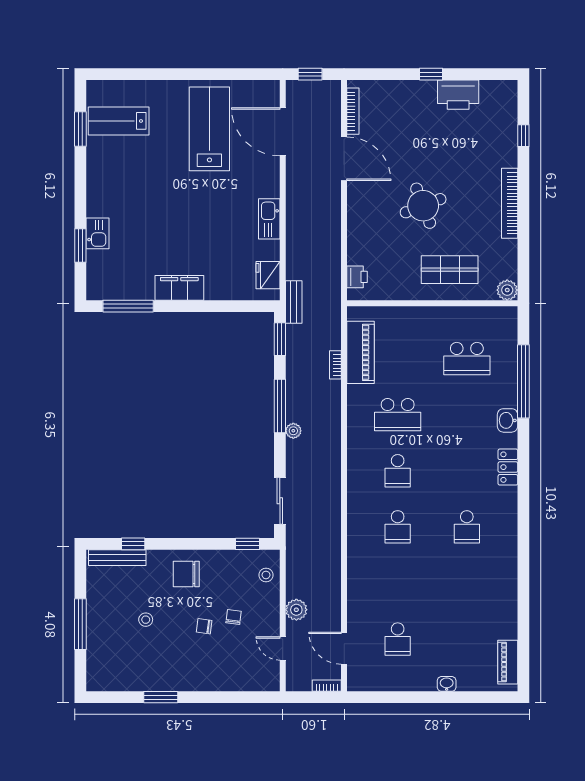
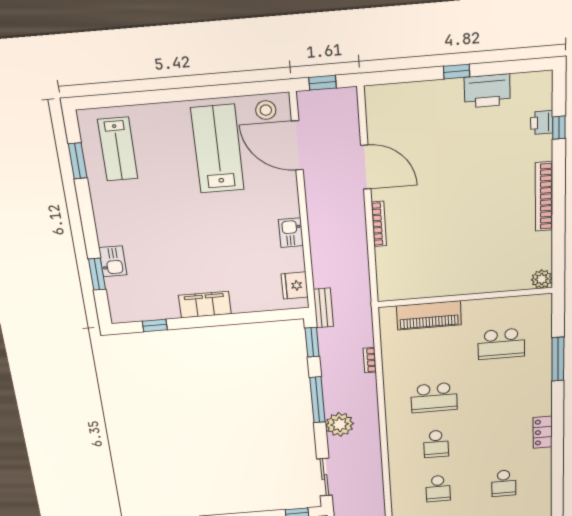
stool: (257, 95) -> (266, 110), added
bookcase: (353, 111) -> (379, 224), moved
lab bench: (119, 121) -> (118, 149), turned -90
round table: (423, 206) -> (452, 207), removed
kitchen sink: (269, 219) -> (291, 233), width x0.73
shop shelf: (450, 270) -> (482, 265), removed
printer: (357, 277) -> (542, 123), moved, turned 180
window: (128, 306) -> (155, 325), width x0.46
piano: (361, 352) -> (429, 315), moved, turned 90
window: (523, 381) -> (558, 359), width x0.68
washbasin: (508, 420) -> (542, 394), removed
plant: (293, 431) -> (340, 424), width x1.87, depth x1.87

